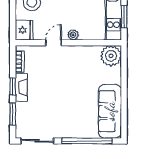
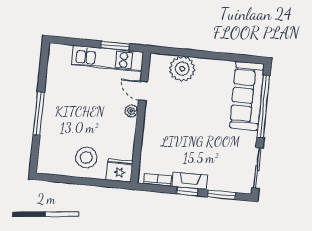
door: (54, 43) -> (143, 91), moved
plant: (111, 56) -> (182, 69), moved
sofa: (110, 111) -> (247, 96), moved, turned 90

